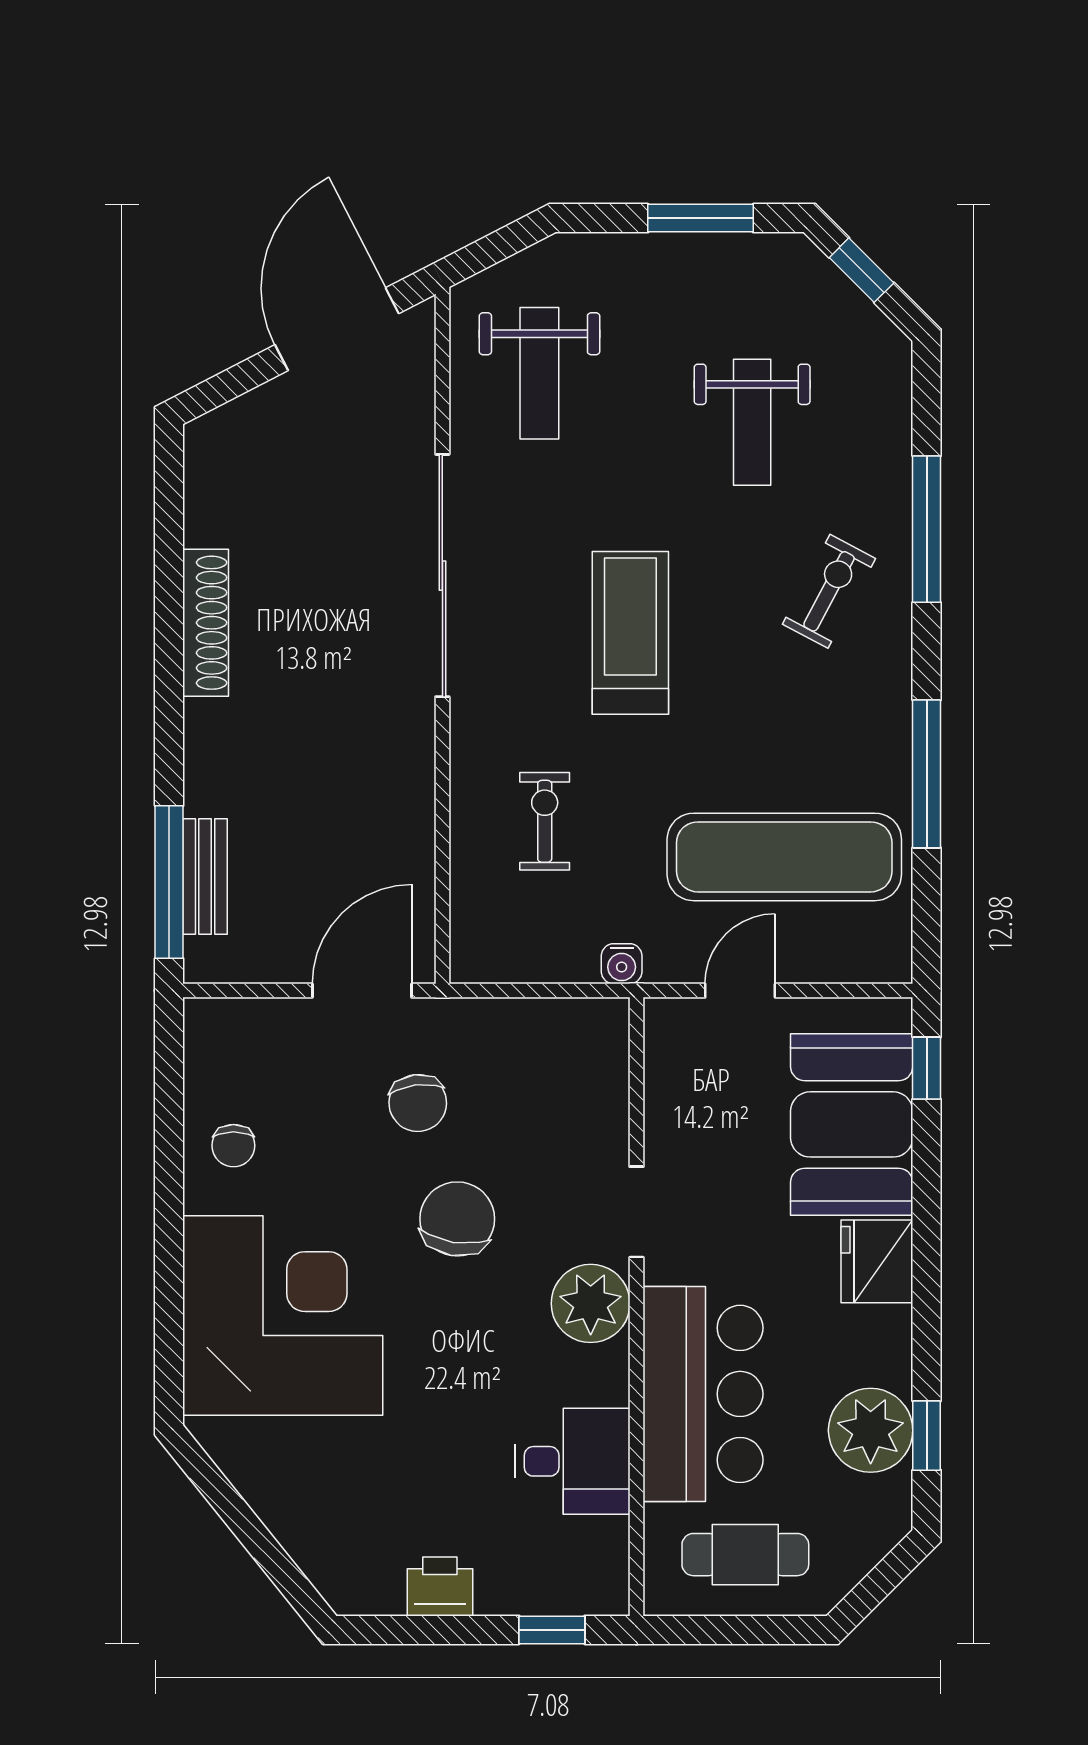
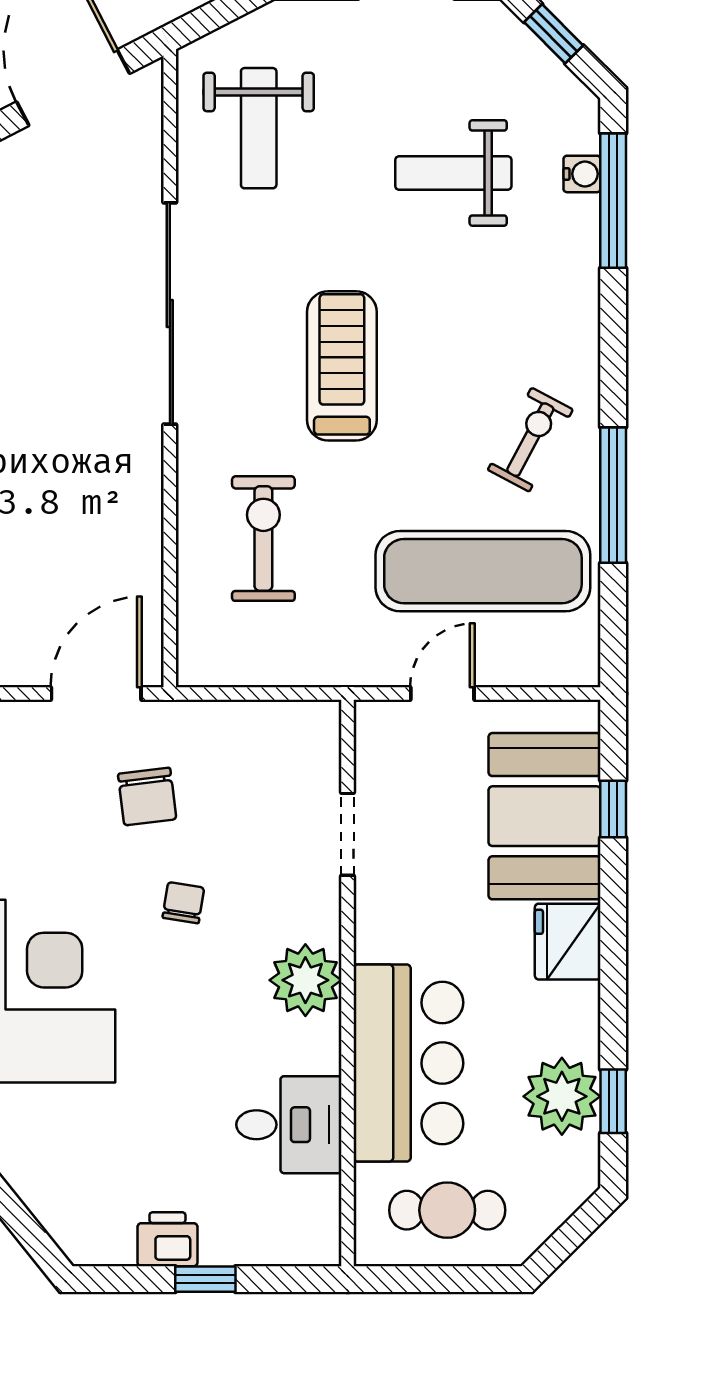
weight bench: (752, 422) -> (453, 173), turned 90
window: (927, 529) -> (613, 201), moved
exercise bike: (829, 591) -> (530, 440), moved
exercise bike: (545, 821) -> (263, 539), width x1.38, depth x1.39
water cooler: (622, 964) -> (582, 174), moved, turned -90
window: (927, 1068) -> (613, 809), moved
doorway: (637, 1212) -> (348, 834), moved
chair: (457, 1219) -> (183, 903), width x0.54, depth x0.54
window: (552, 1630) -> (205, 1279), moved

